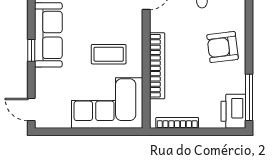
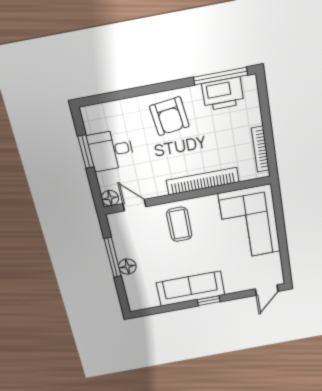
coffee table: (109, 54) -> (179, 224), moved
printer: (233, 111) -> (223, 94), moved

